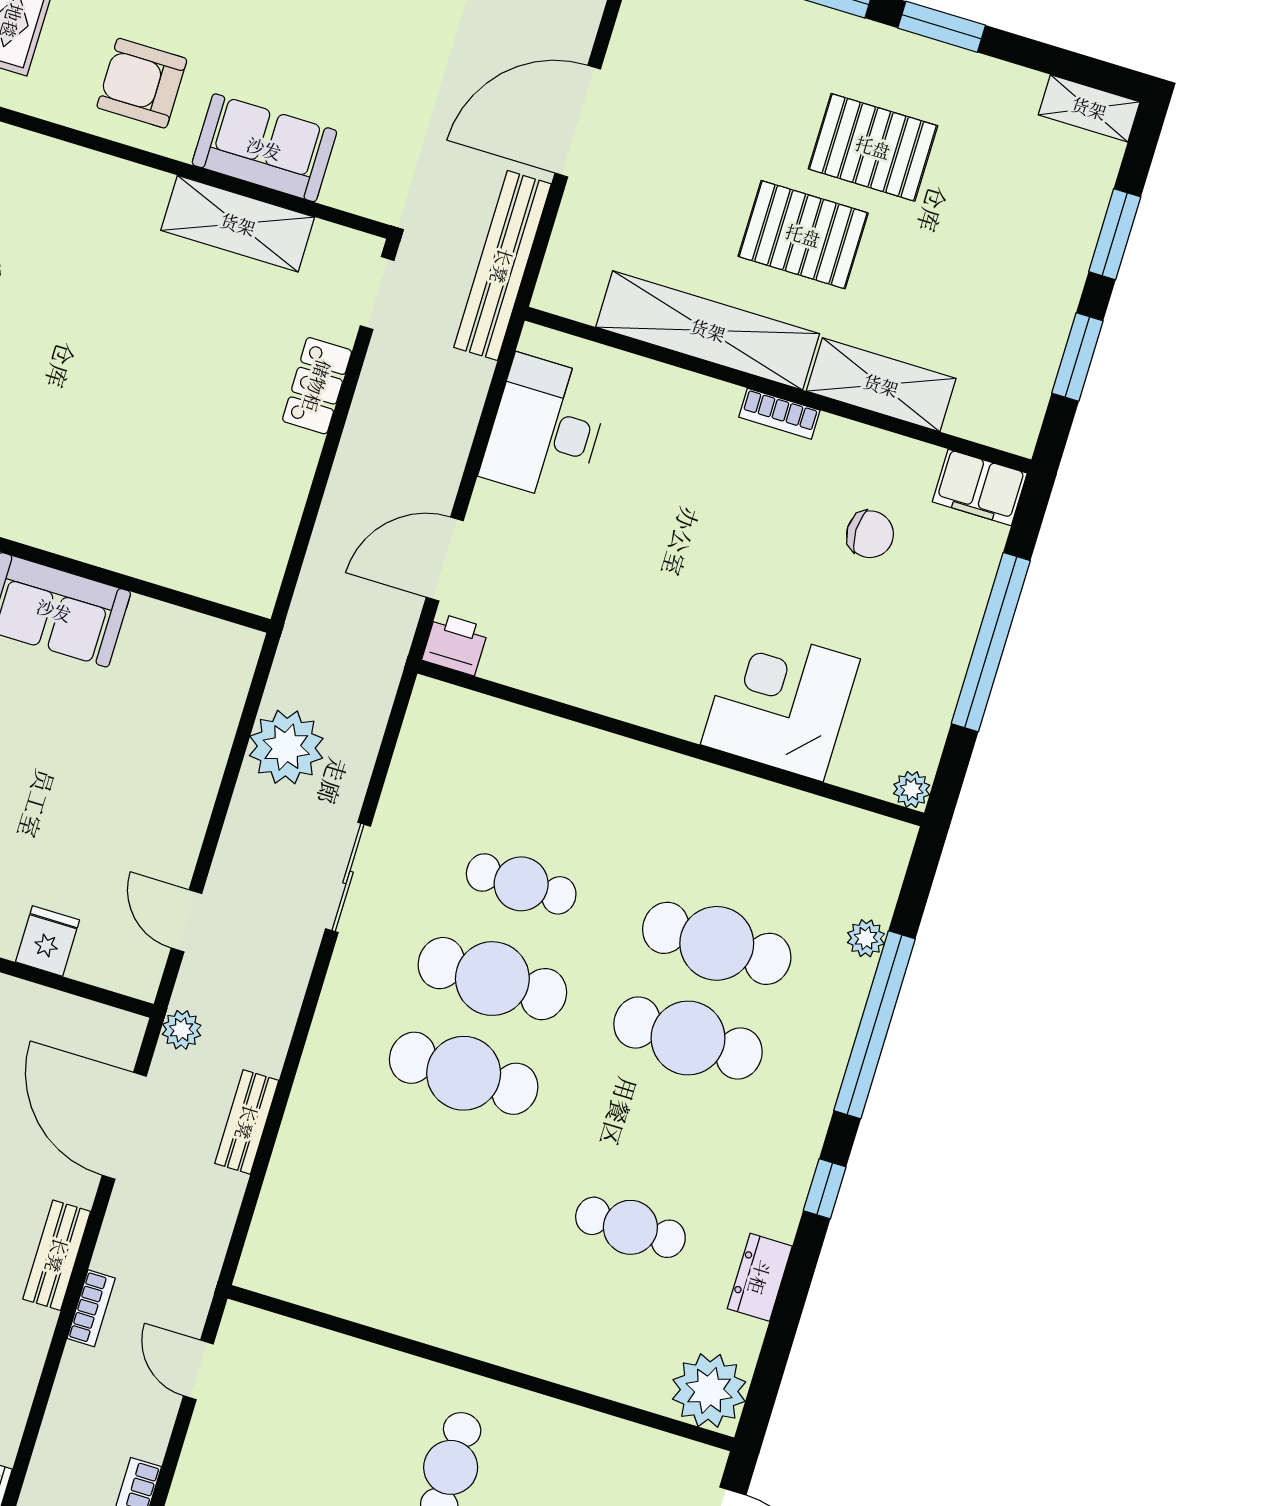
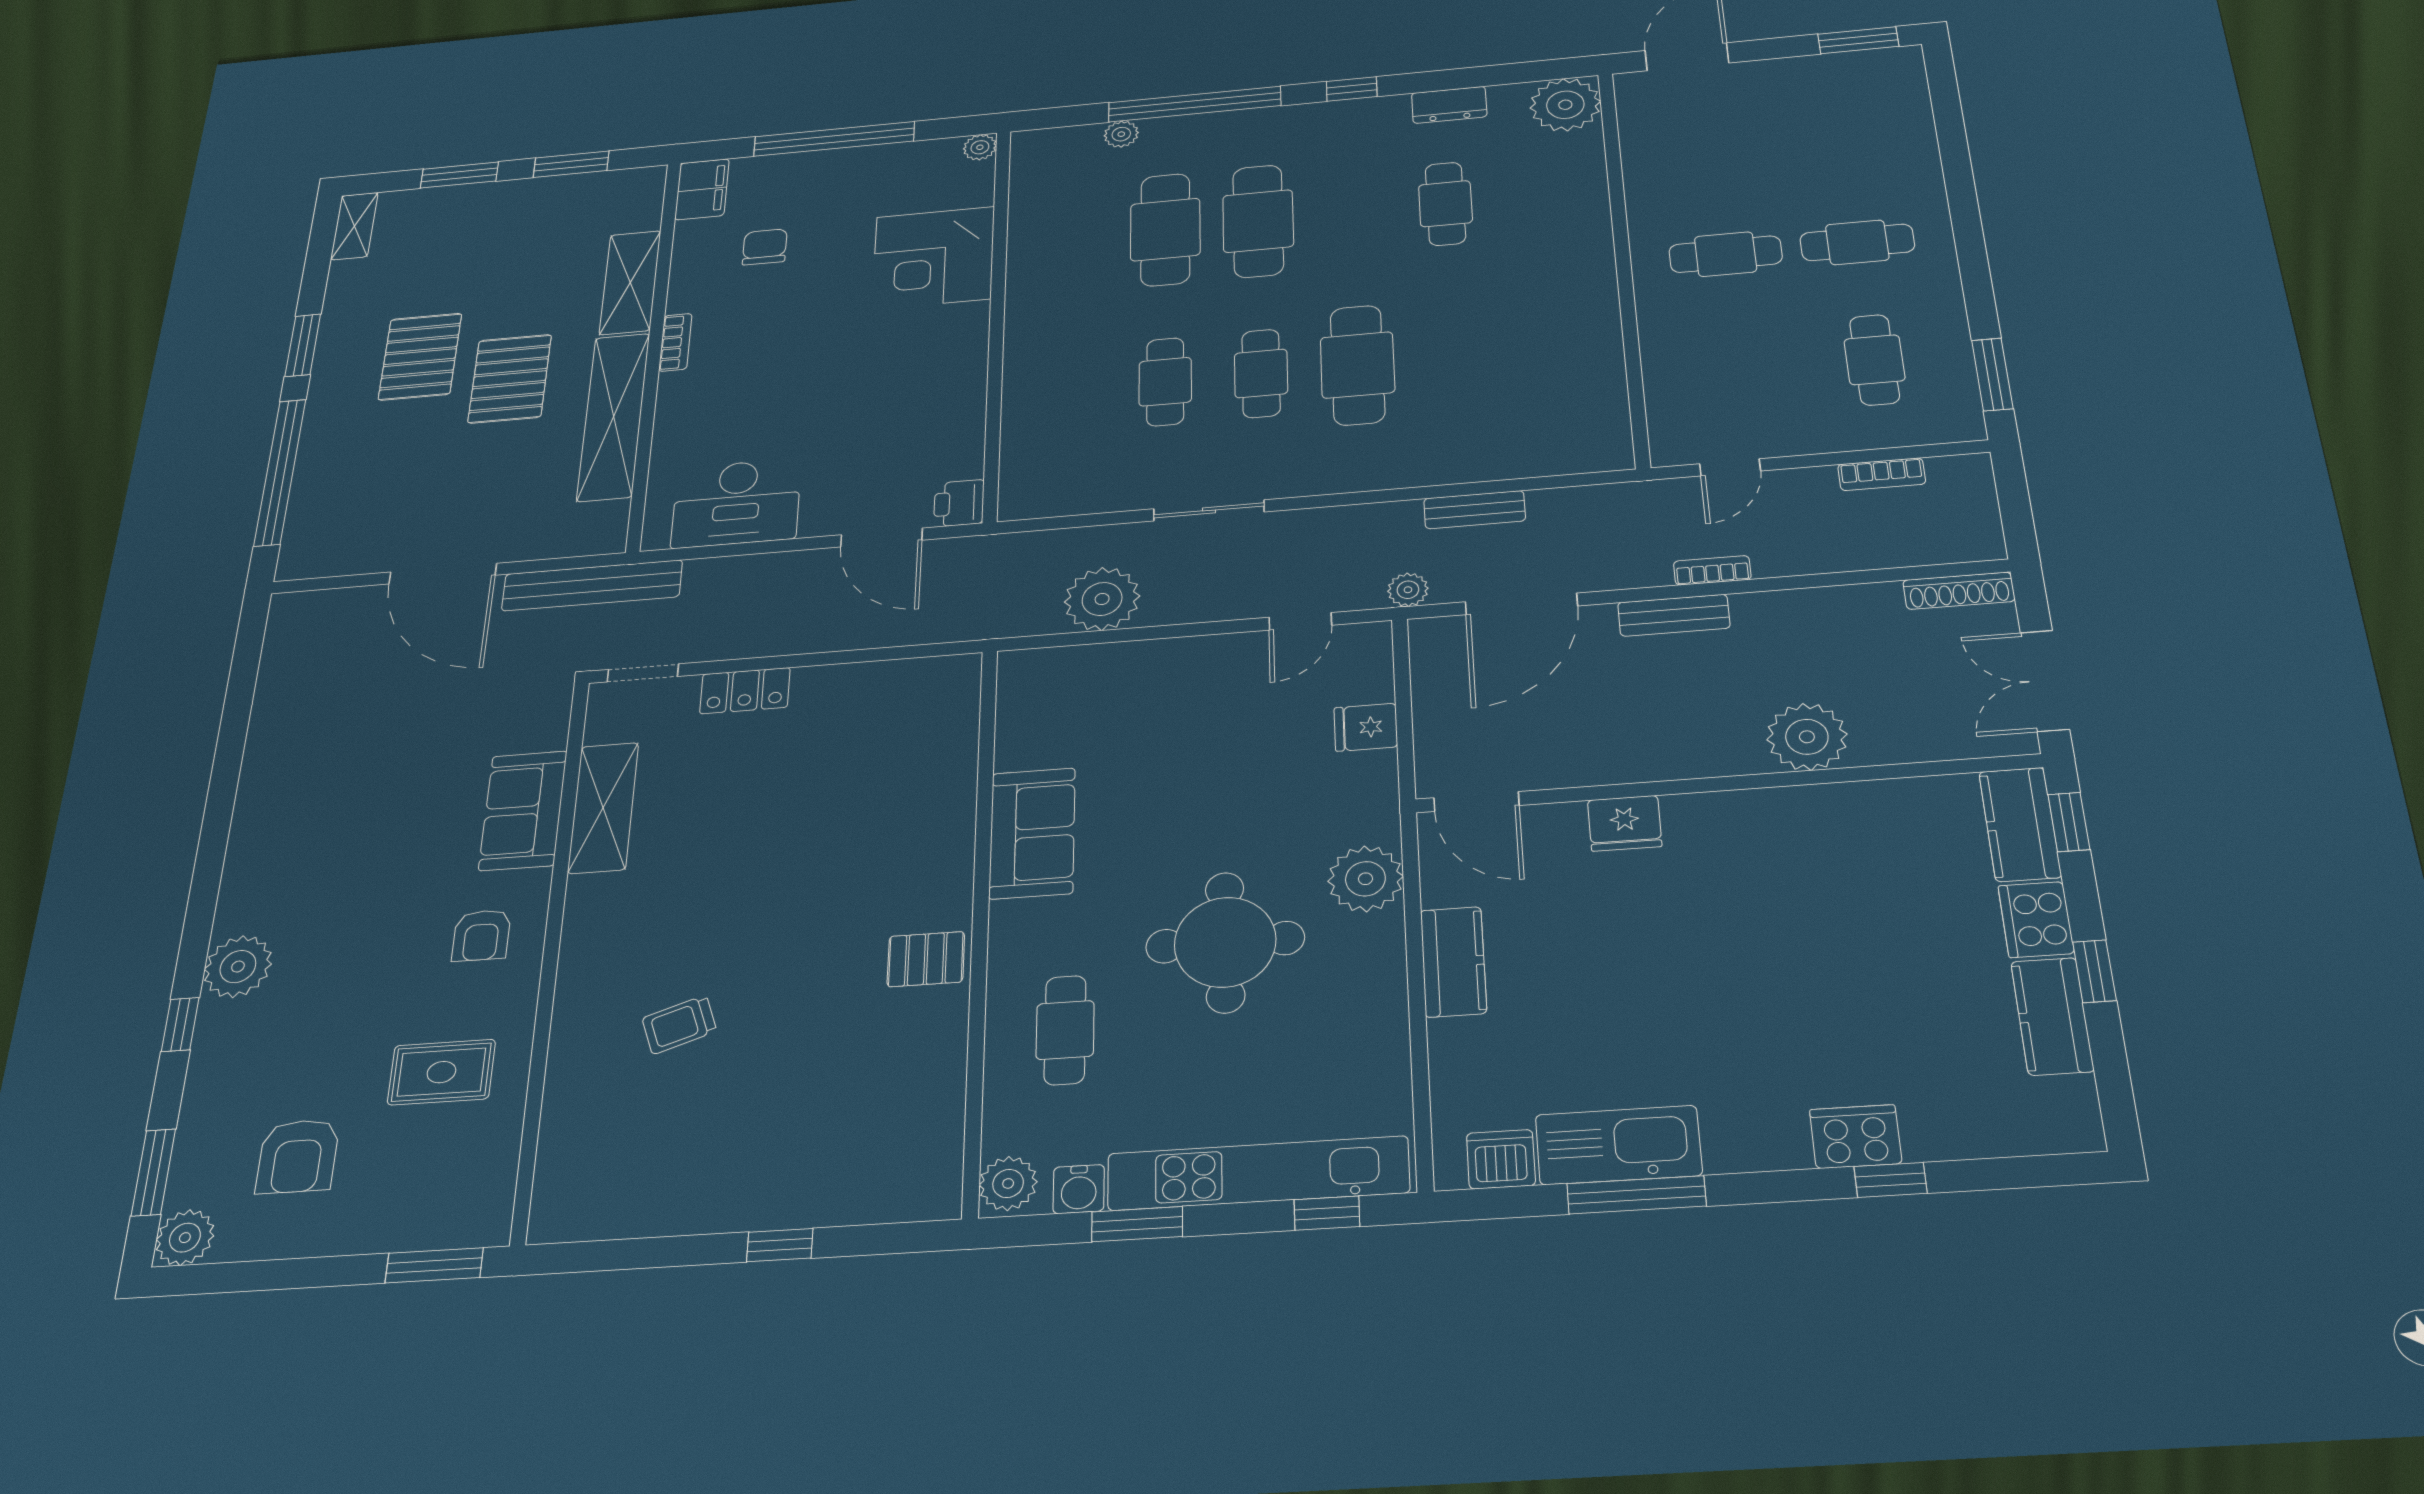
armchair: (142, 83) -> (481, 935), width x0.72, depth x0.72
cafe table: (492, 979) -> (1261, 373), width x0.73, depth x0.74

